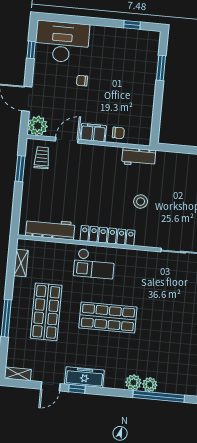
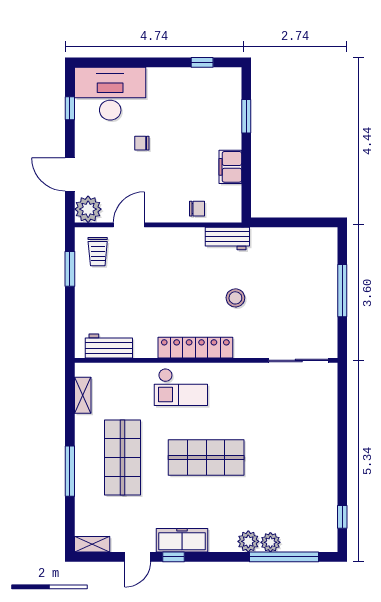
filing cabinet: (93, 133) -> (230, 167), moved, turned -90
trolley: (42, 158) -> (98, 252), turned 180
workbench: (50, 229) -> (109, 346), width x0.73

